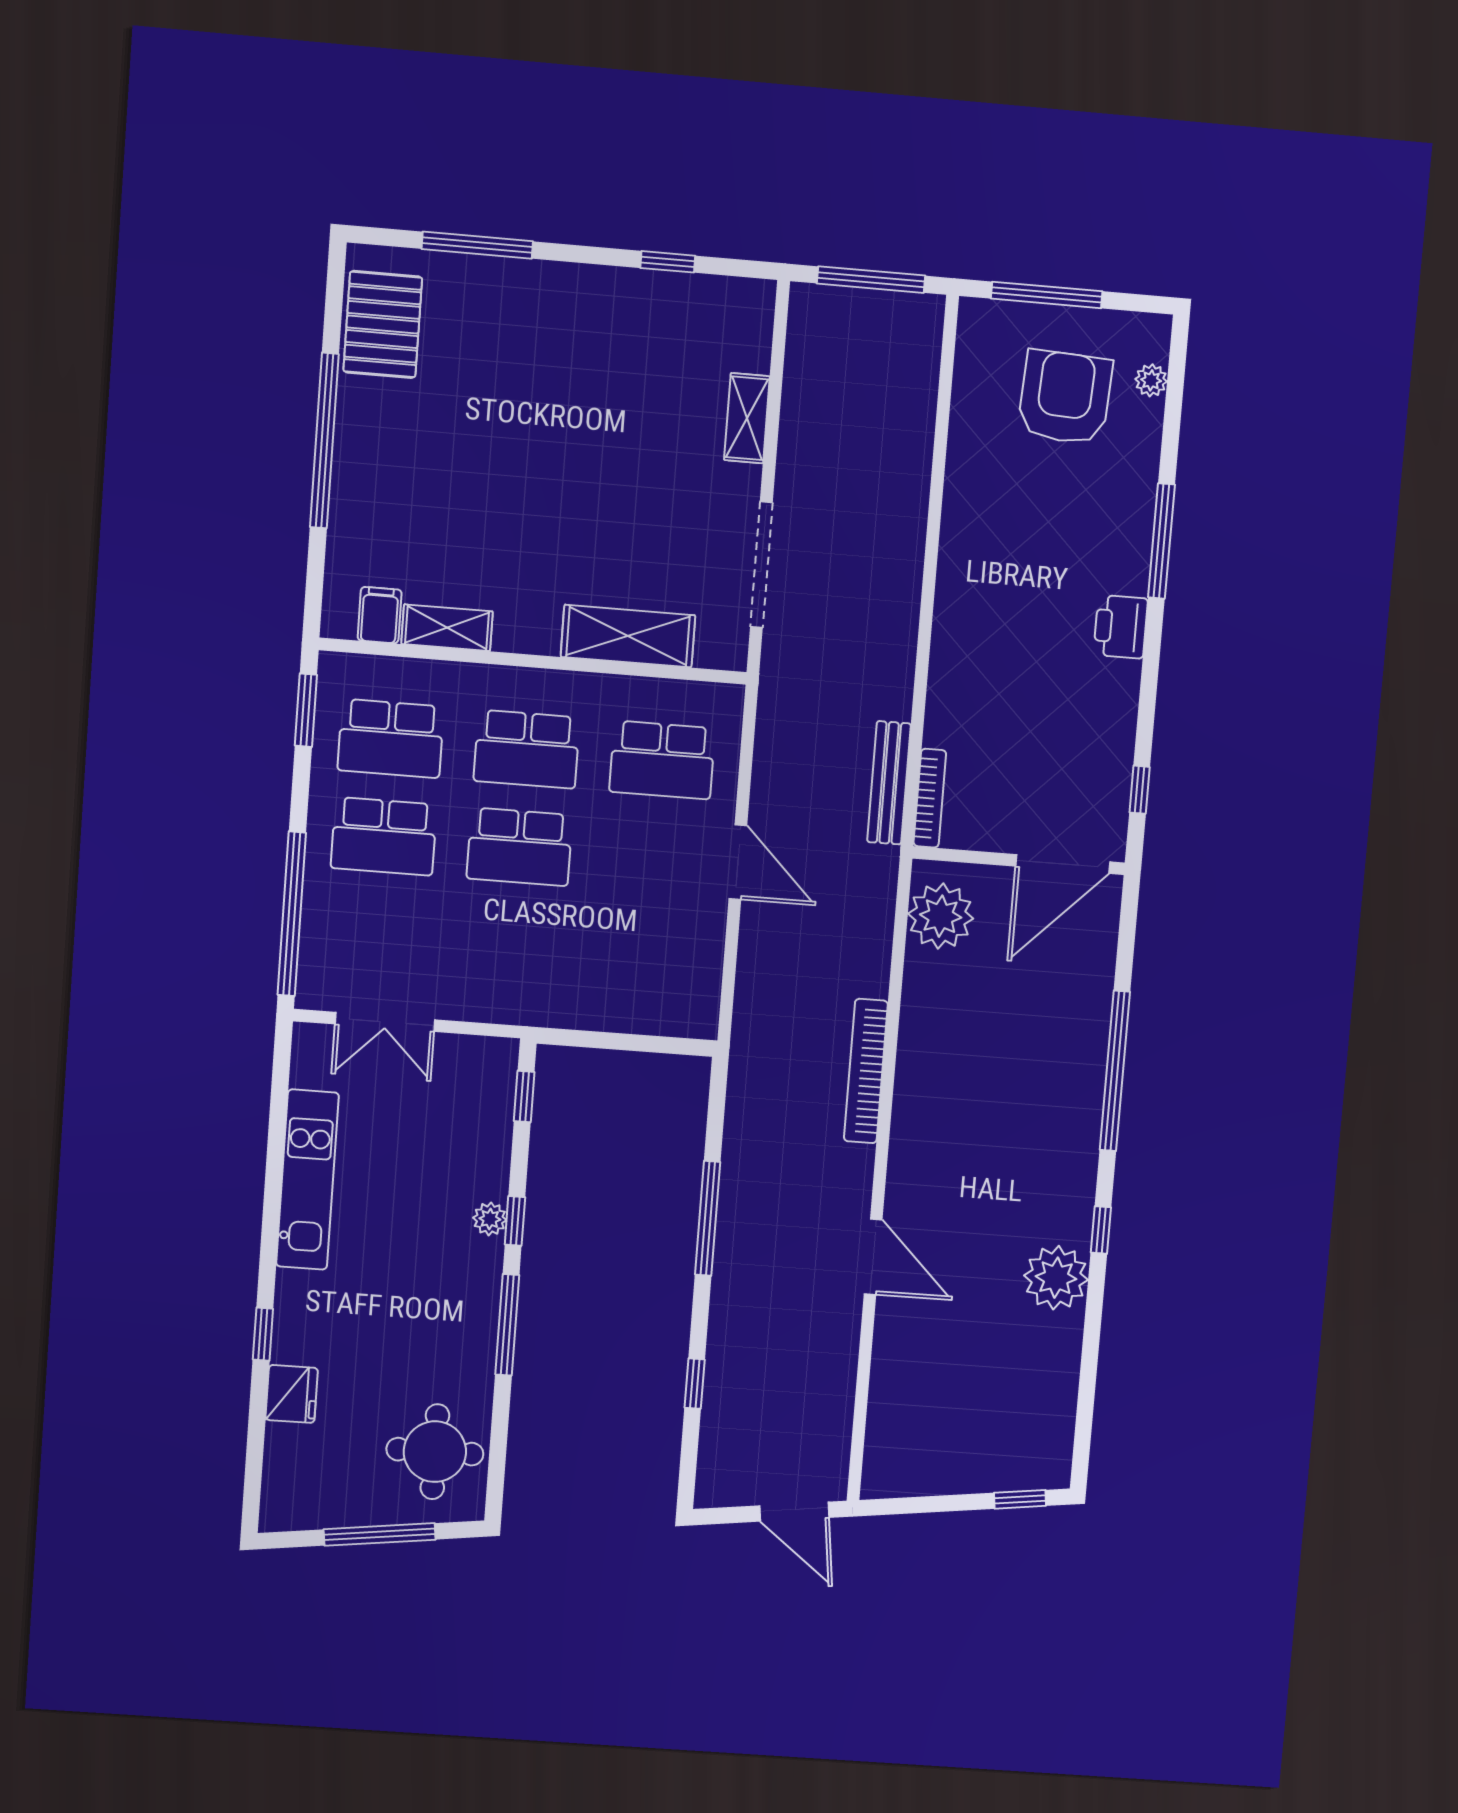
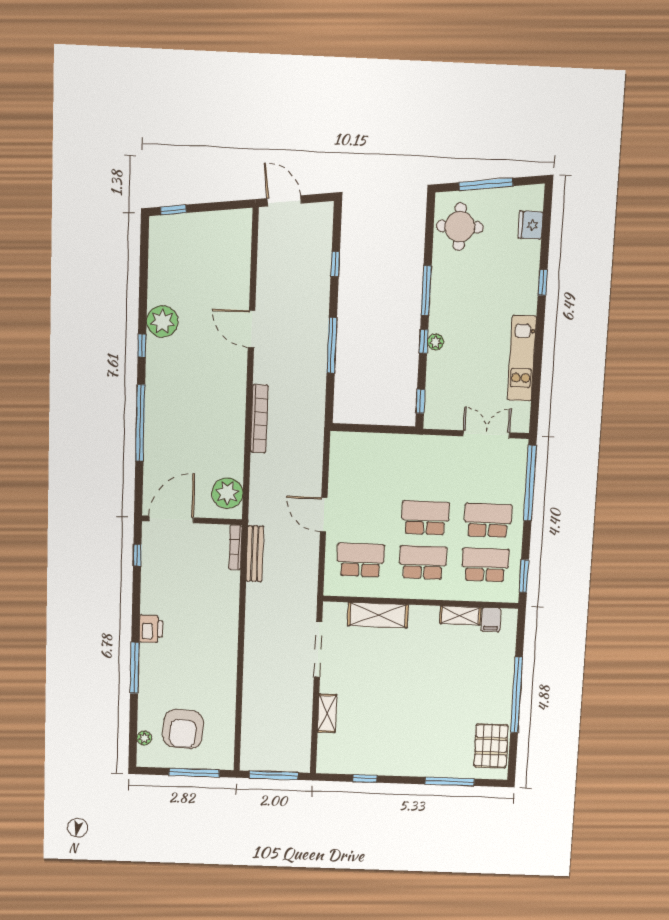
fridge: (292, 1394) -> (531, 225), moved

